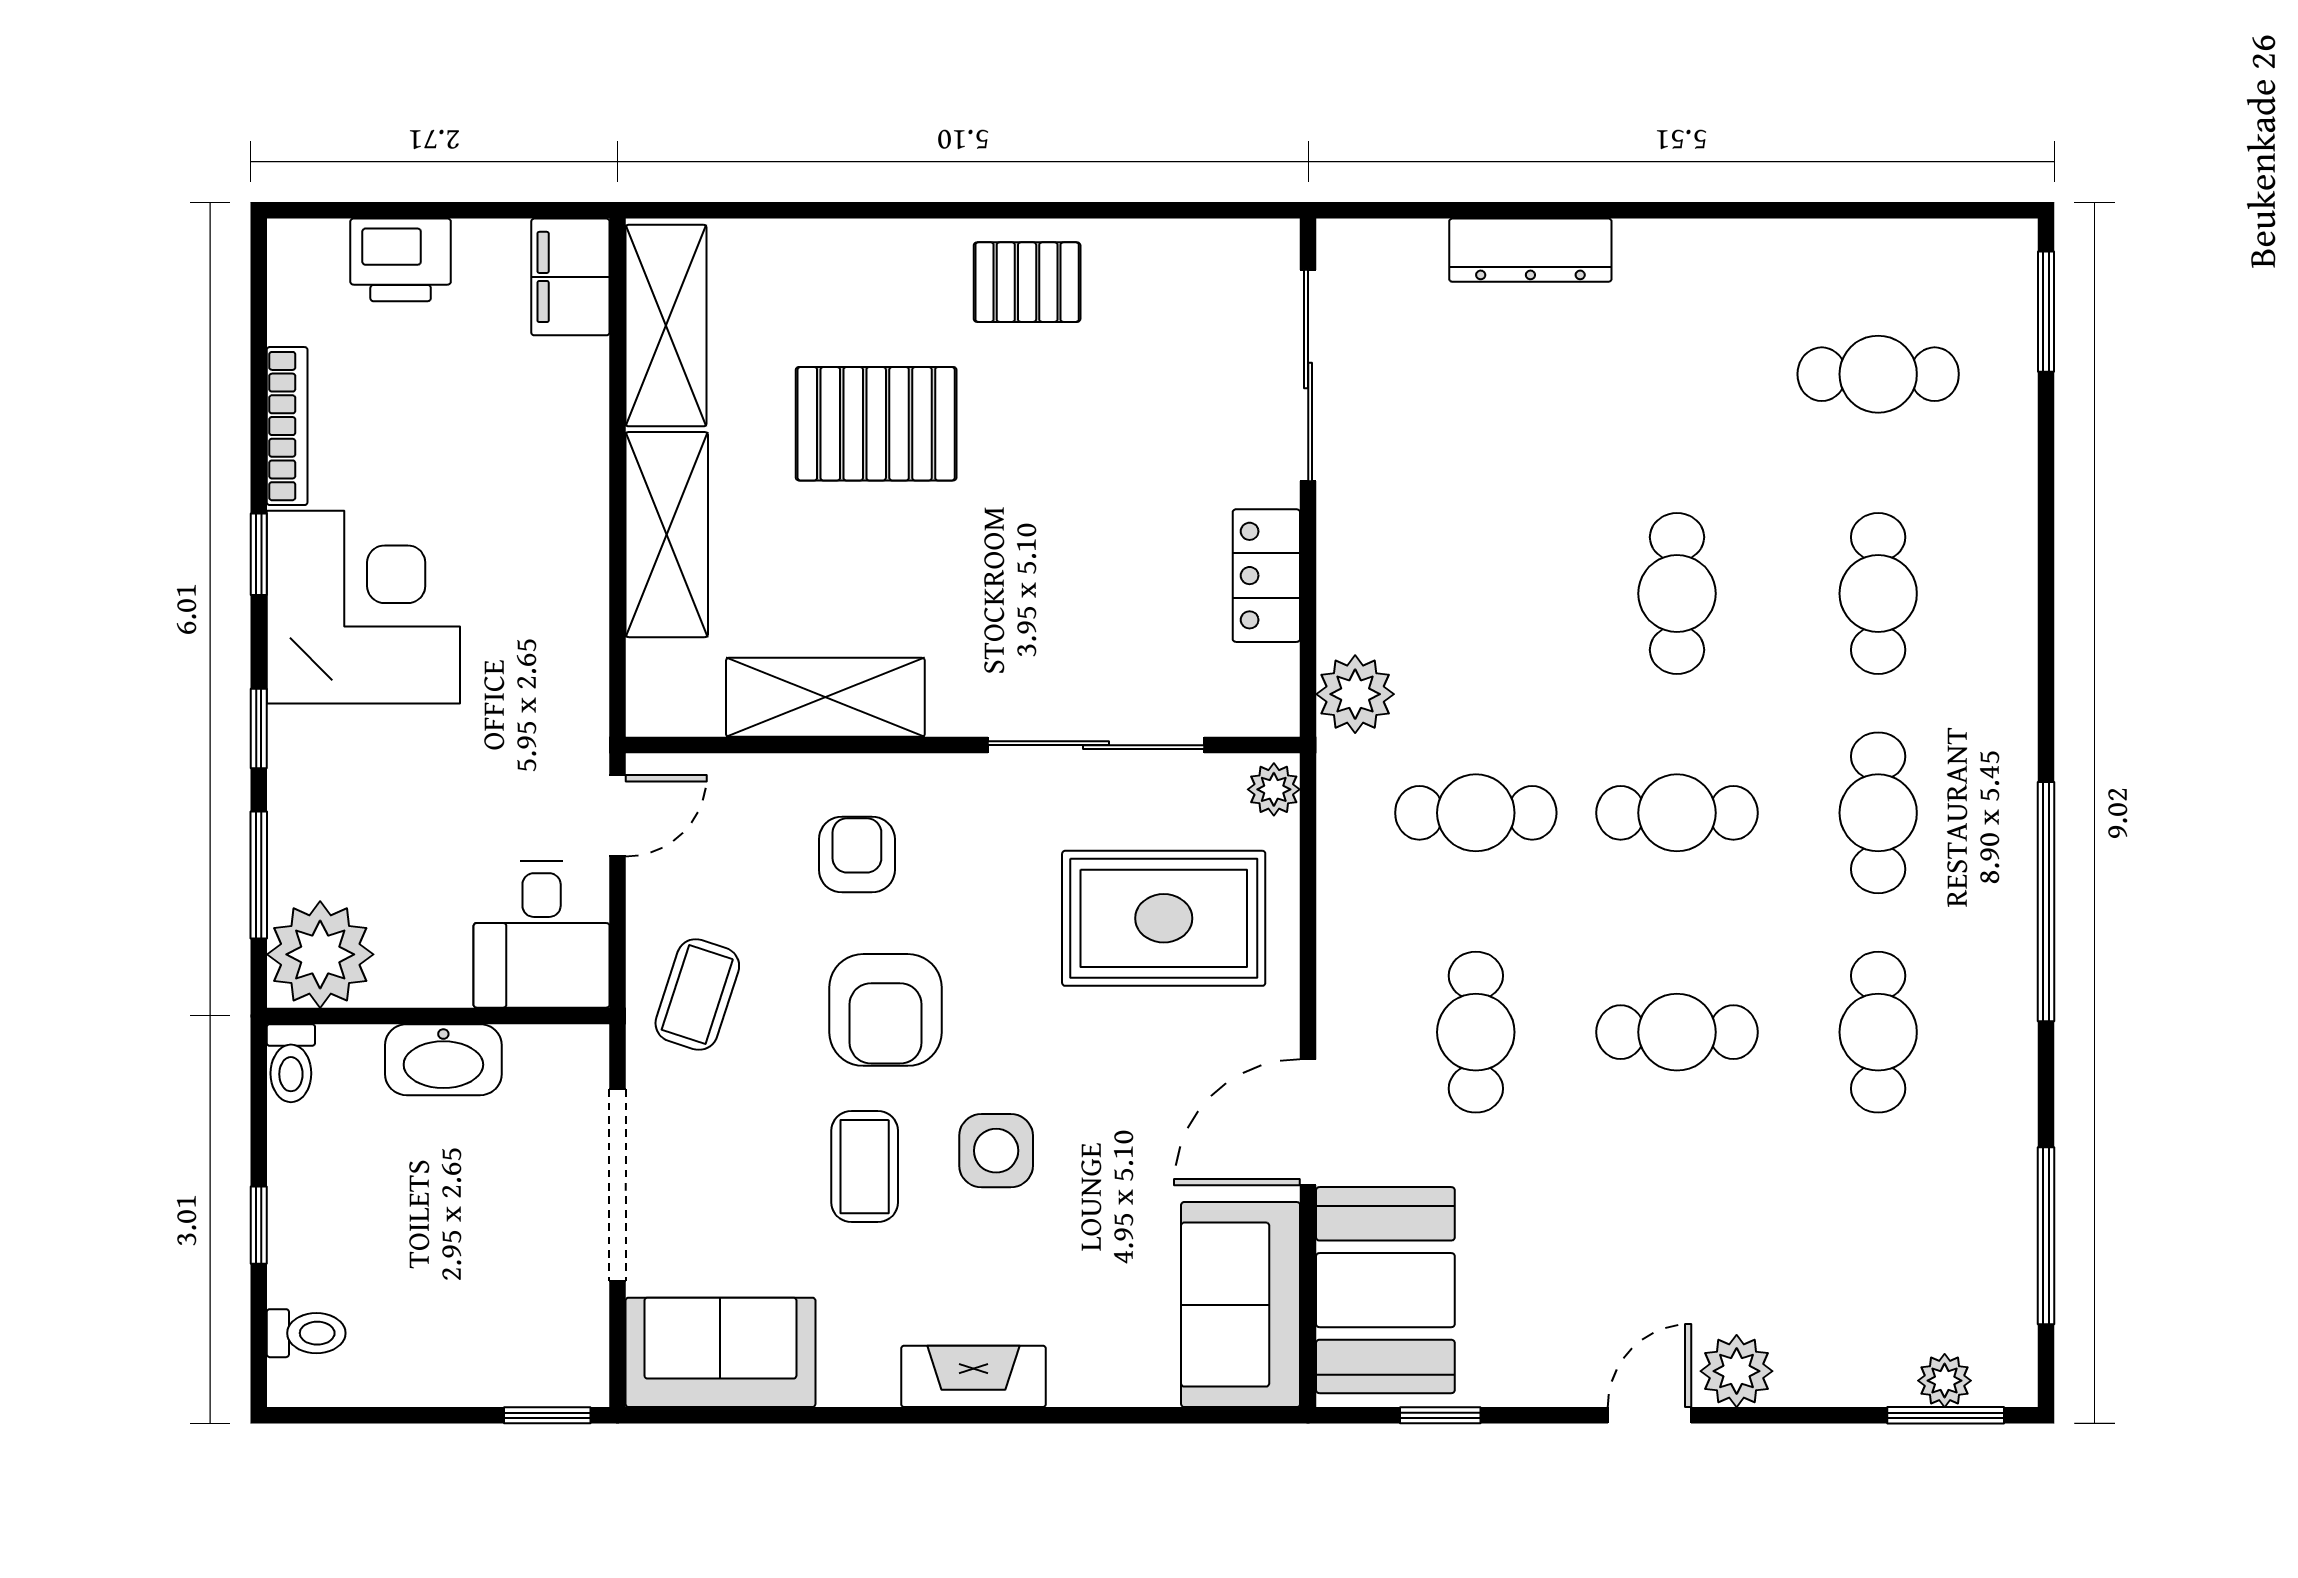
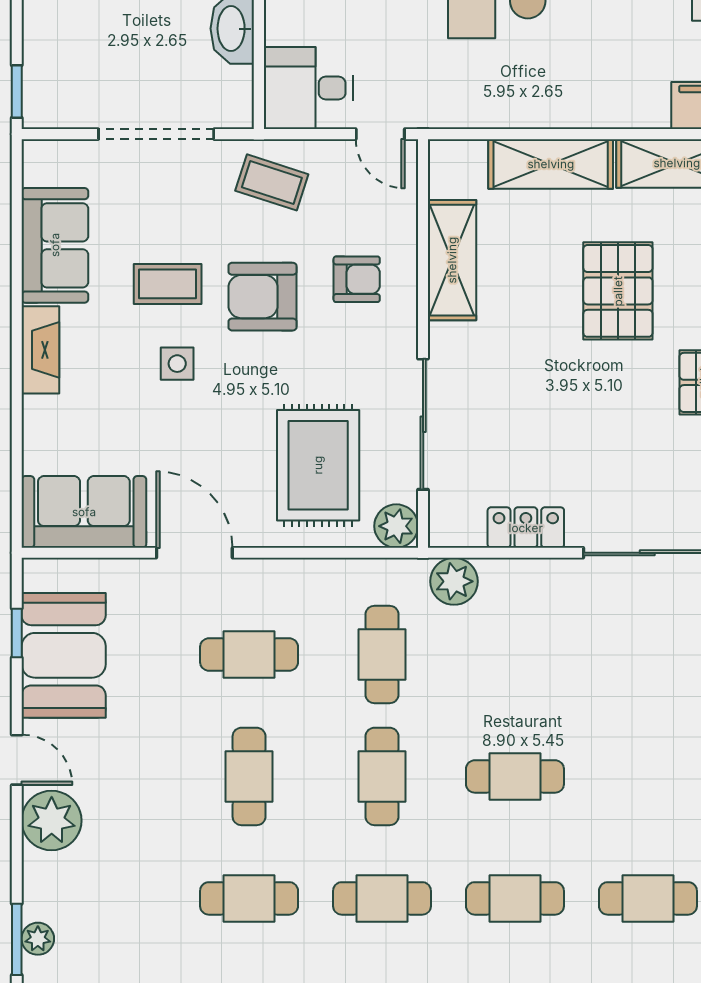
cafe table: (1878, 374) -> (648, 898), turned 90
plant: (1274, 789) -> (396, 526), width x1.38, depth x1.38
side table: (996, 1151) -> (177, 364), width x0.73, depth x0.73
booth: (1385, 1290) -> (64, 655), moved, turned 90
sofa: (720, 1352) -> (55, 245), moved
plant: (1737, 1371) -> (52, 821), width x1.36, depth x1.36

